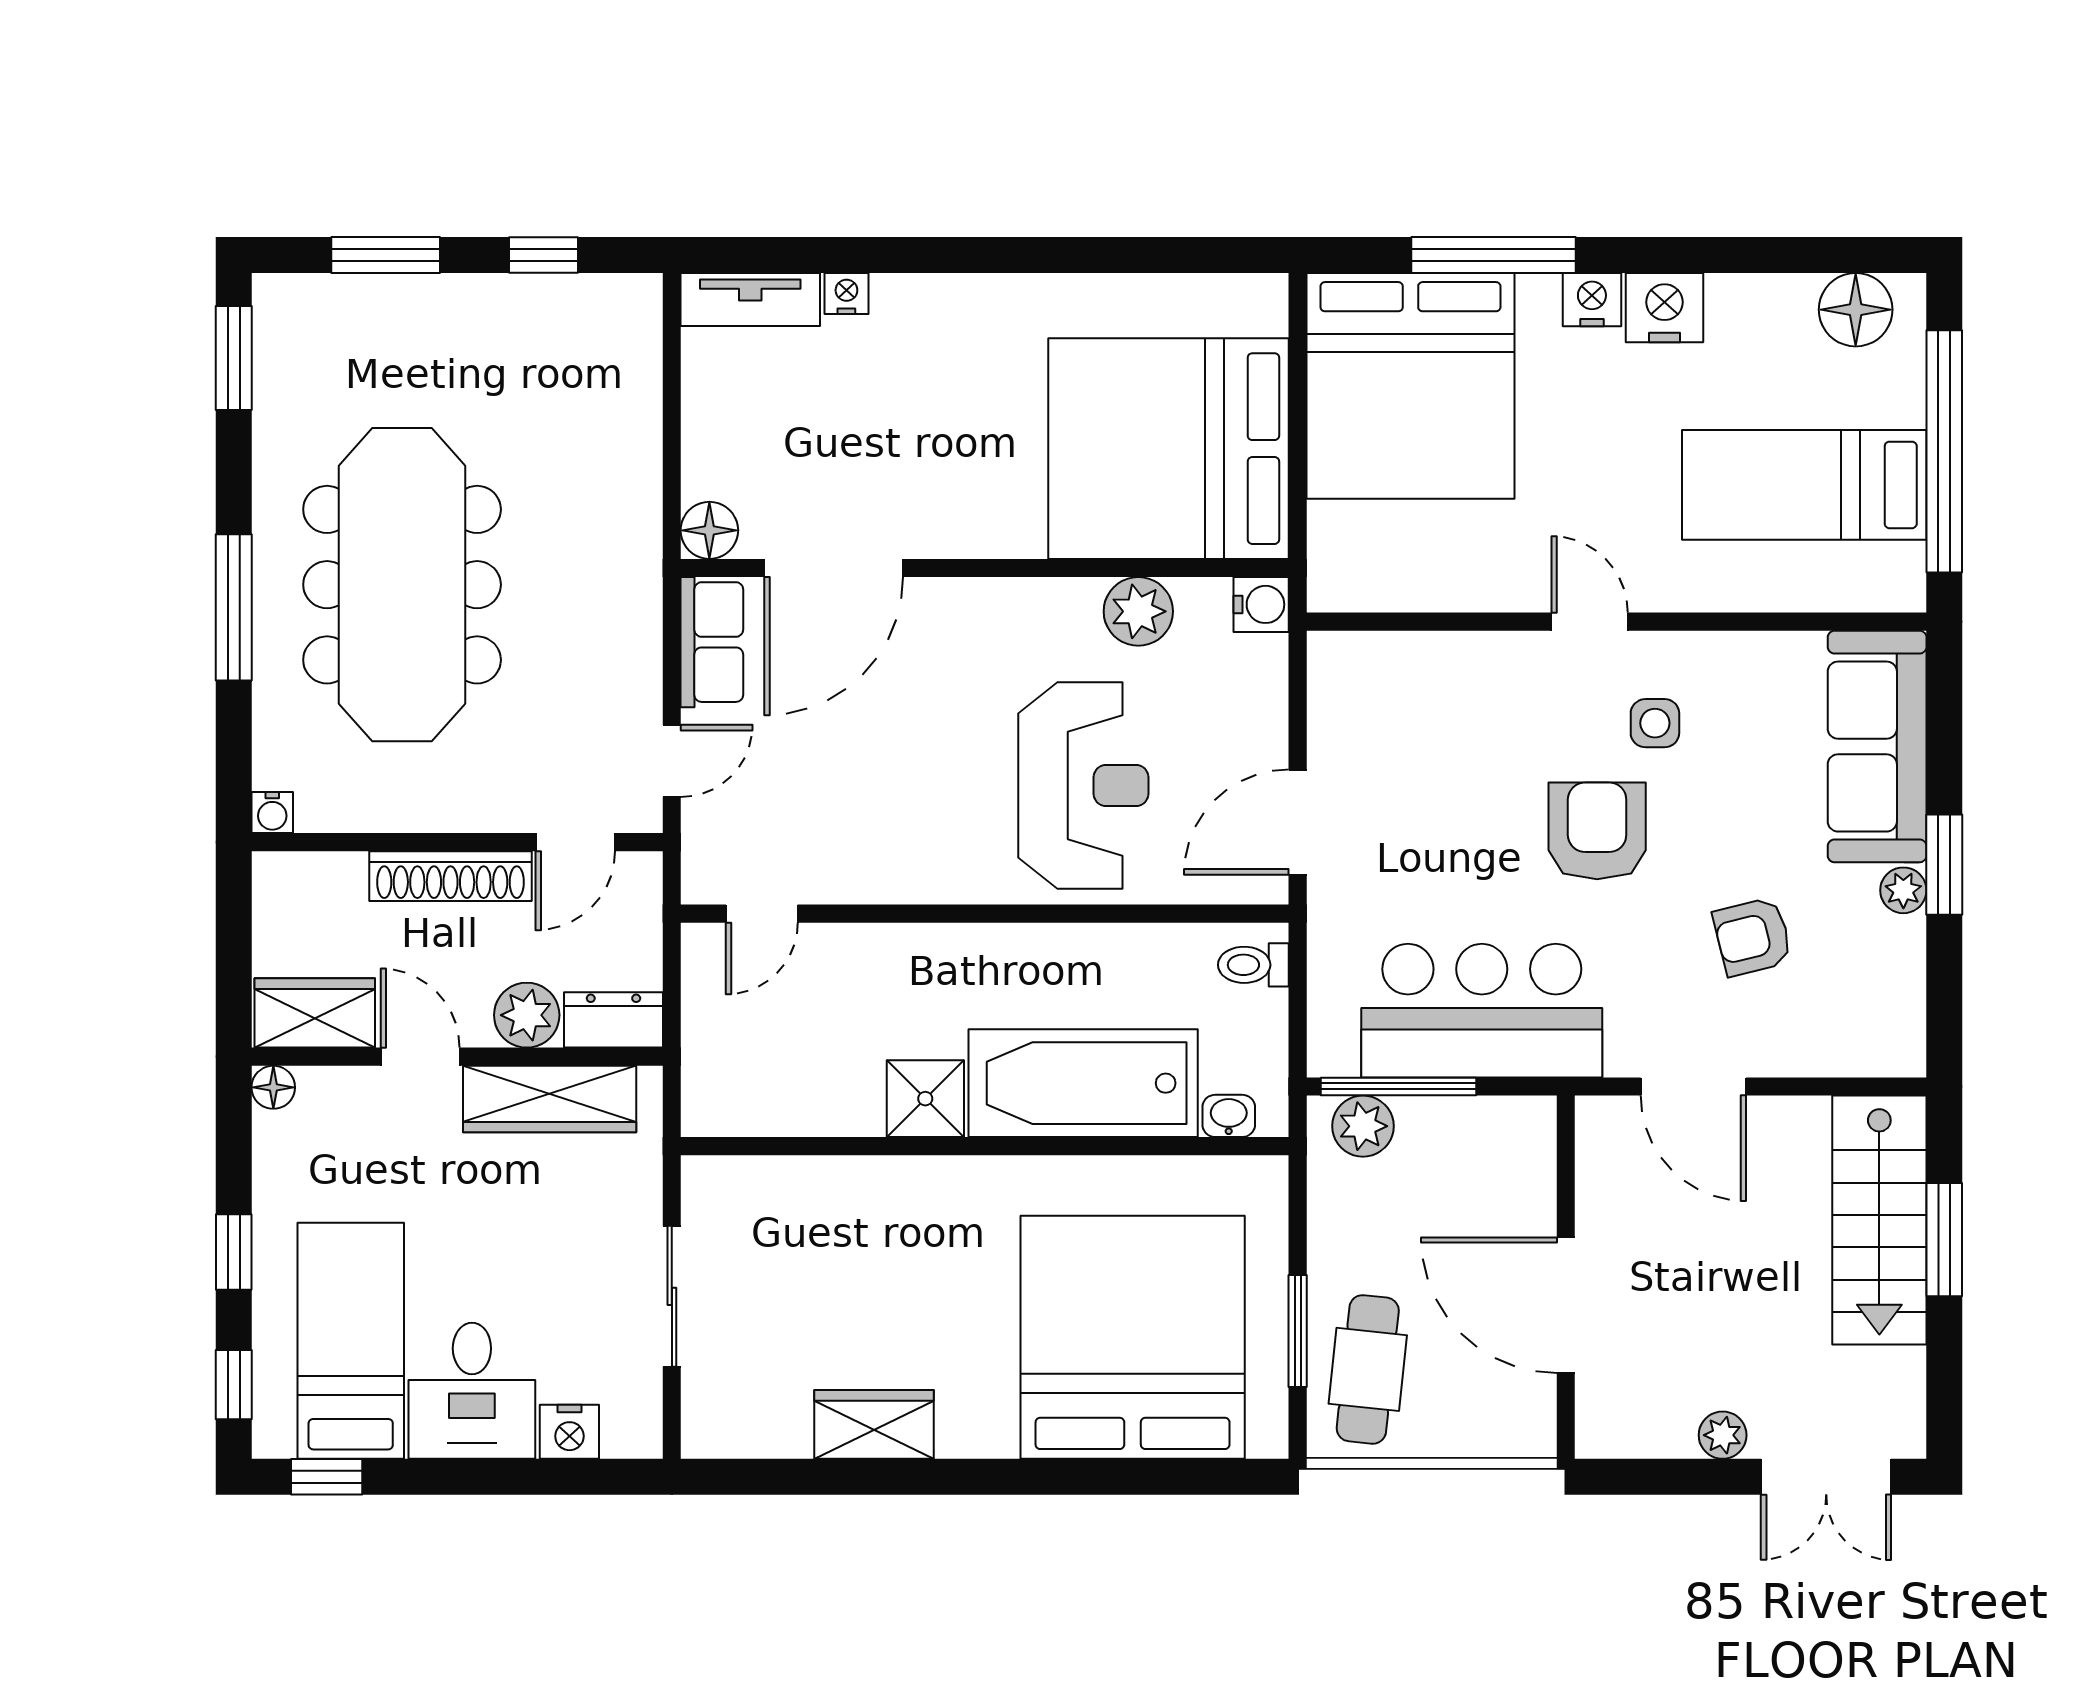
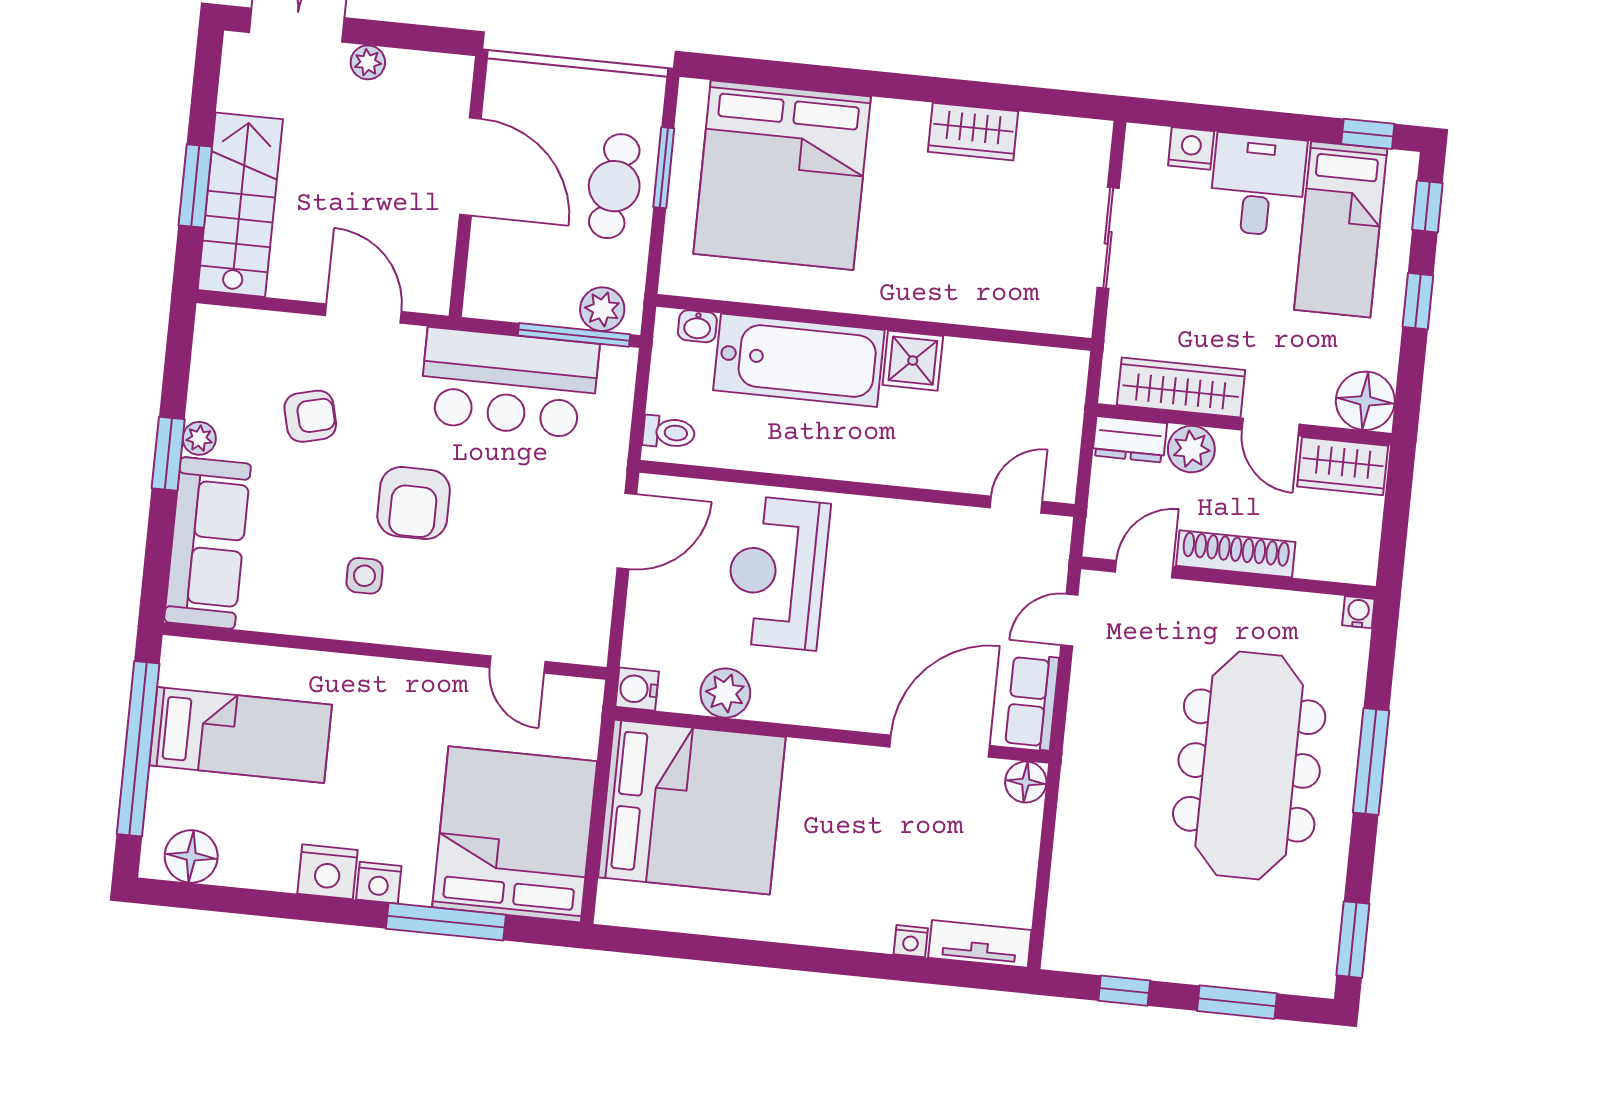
door: (1590, 622) -> (517, 665), moved
floor lamp: (273, 1087) -> (1365, 401), width x1.89, depth x1.89
cafe table: (1368, 1369) -> (614, 186), moved

